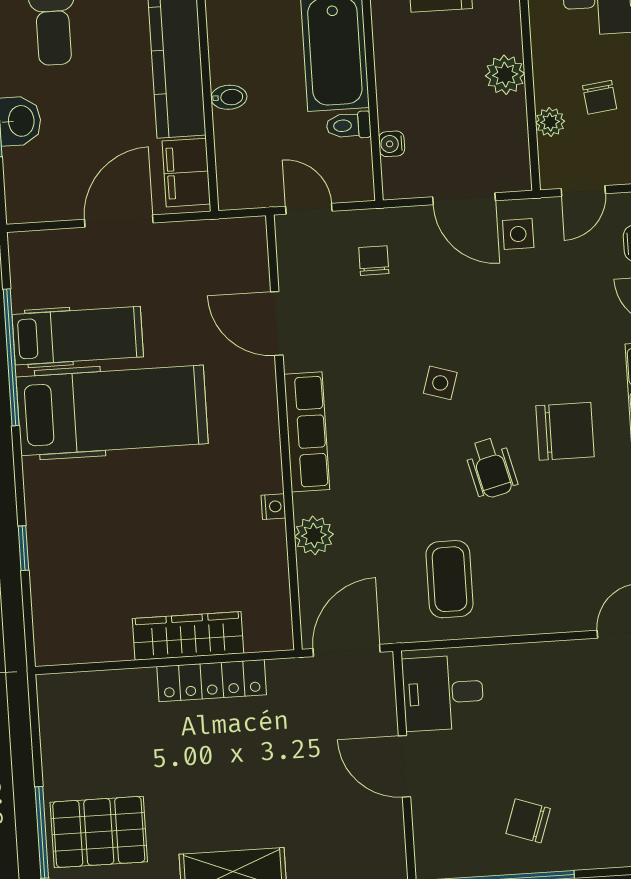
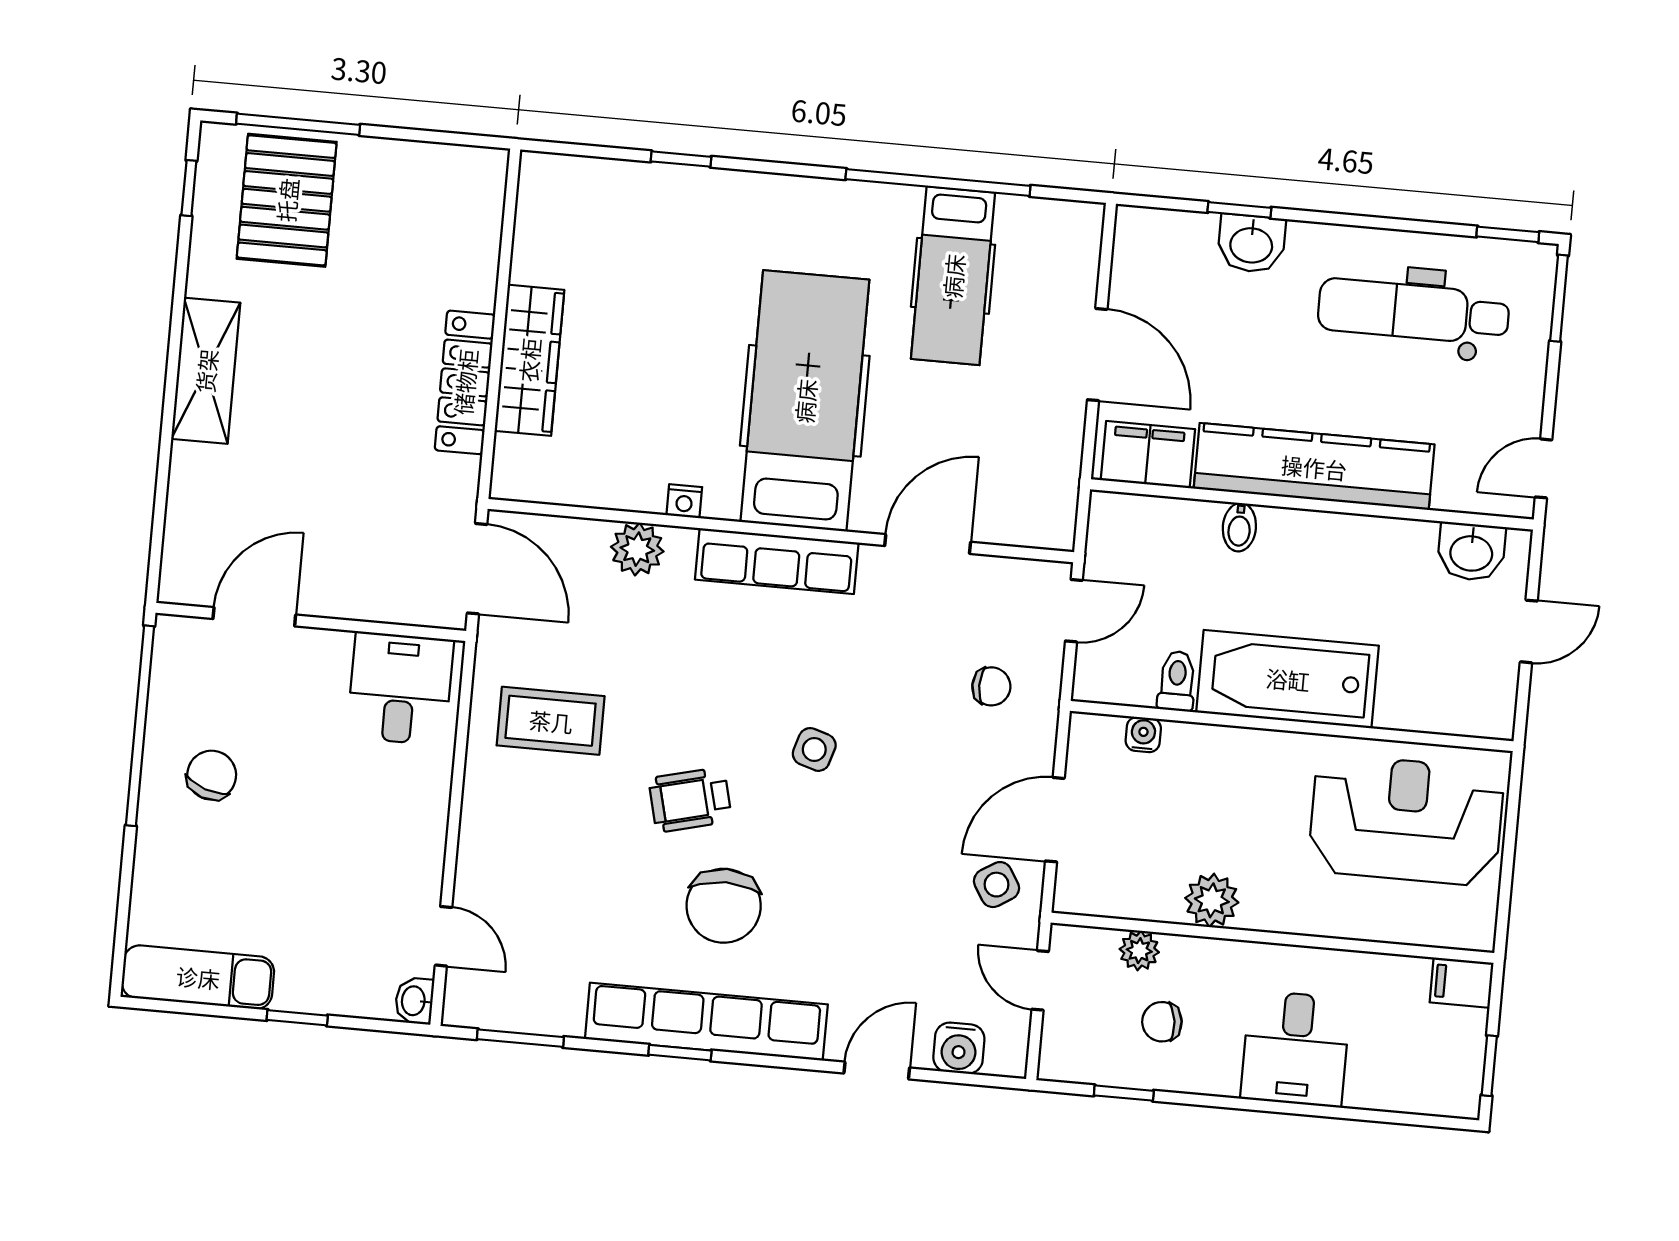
side table: (518, 234) -> (996, 885), turned -32
hospital bed: (112, 410) -> (805, 401), moved, turned 180
door: (405, 766) -> (254, 617), moved

